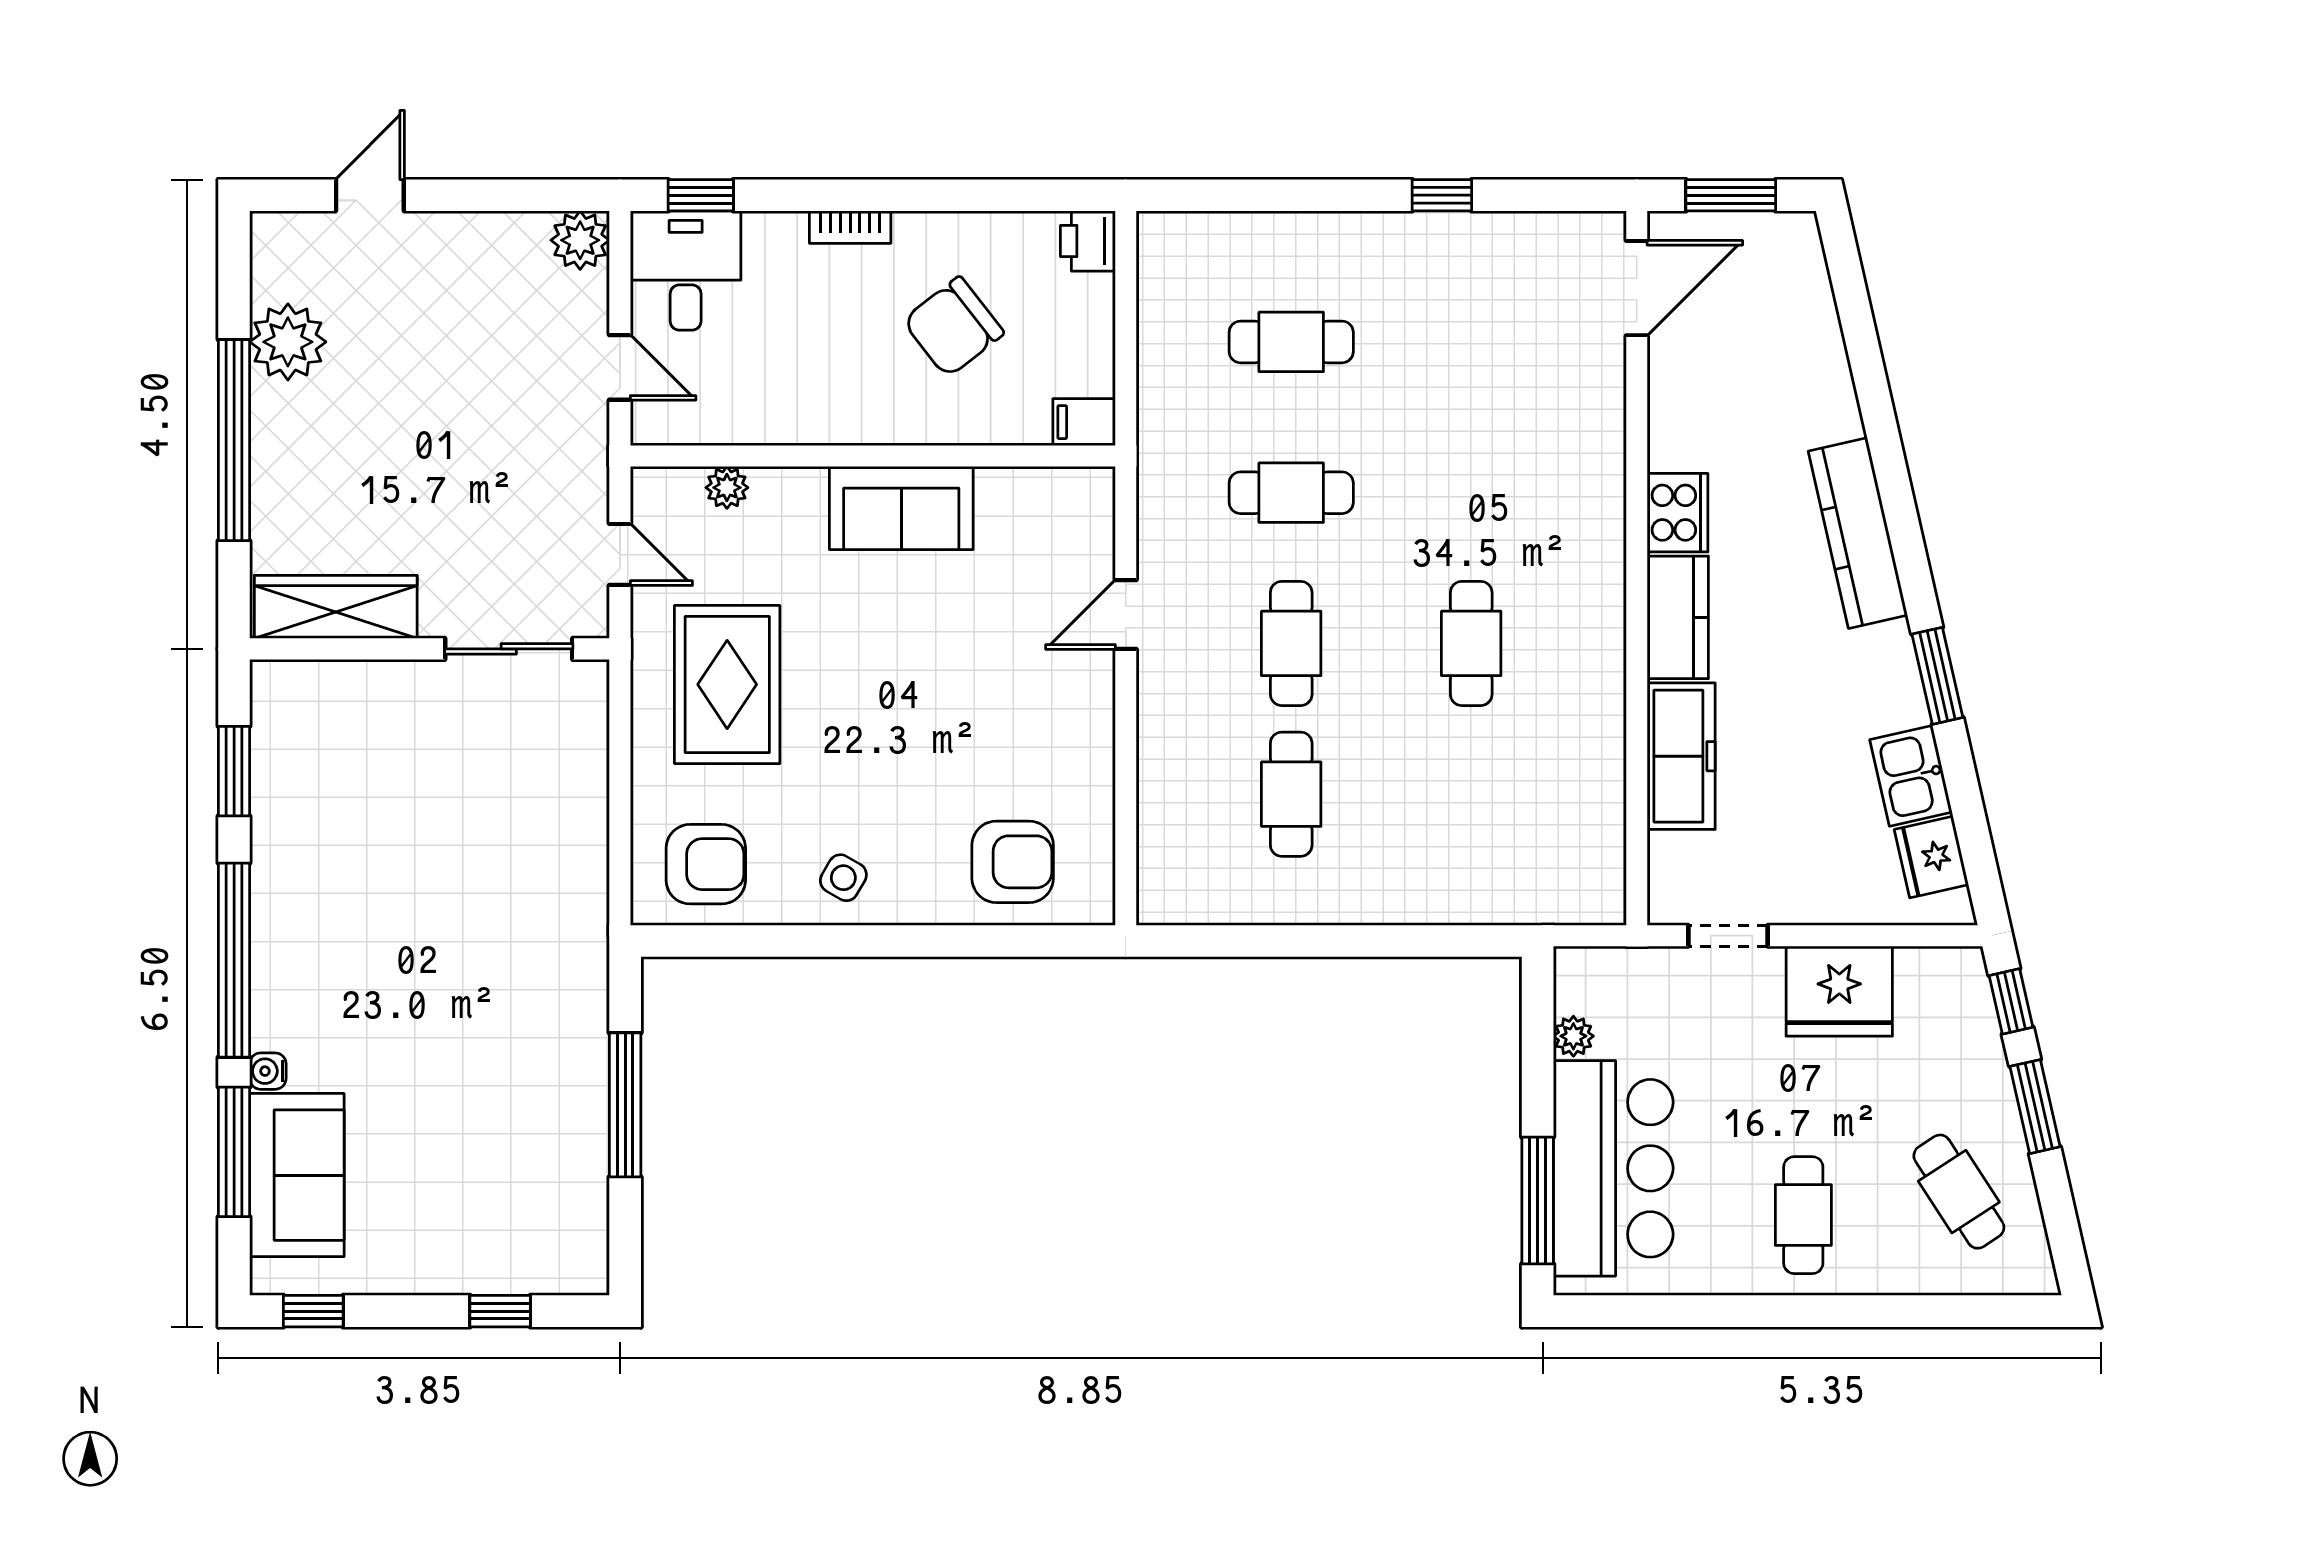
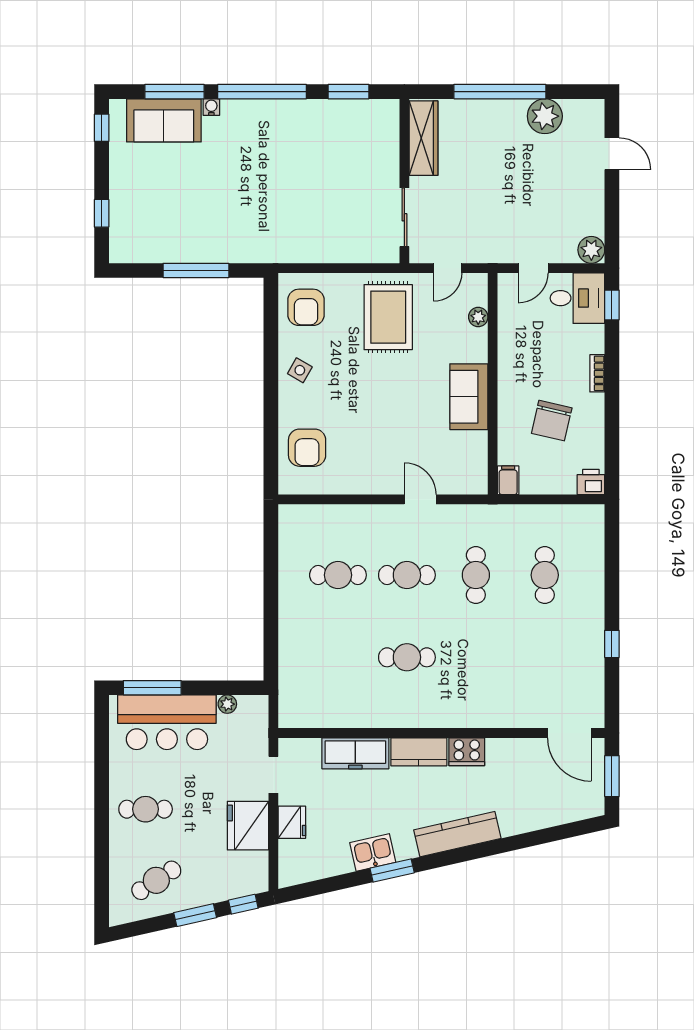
chair: (953, 327) -> (552, 421), turned -129
rug: (727, 684) -> (388, 317), turned 90
kitchen sink: (1911, 776) -> (373, 852), moved
fridge: (1931, 857) -> (292, 822), moved, turned 103

